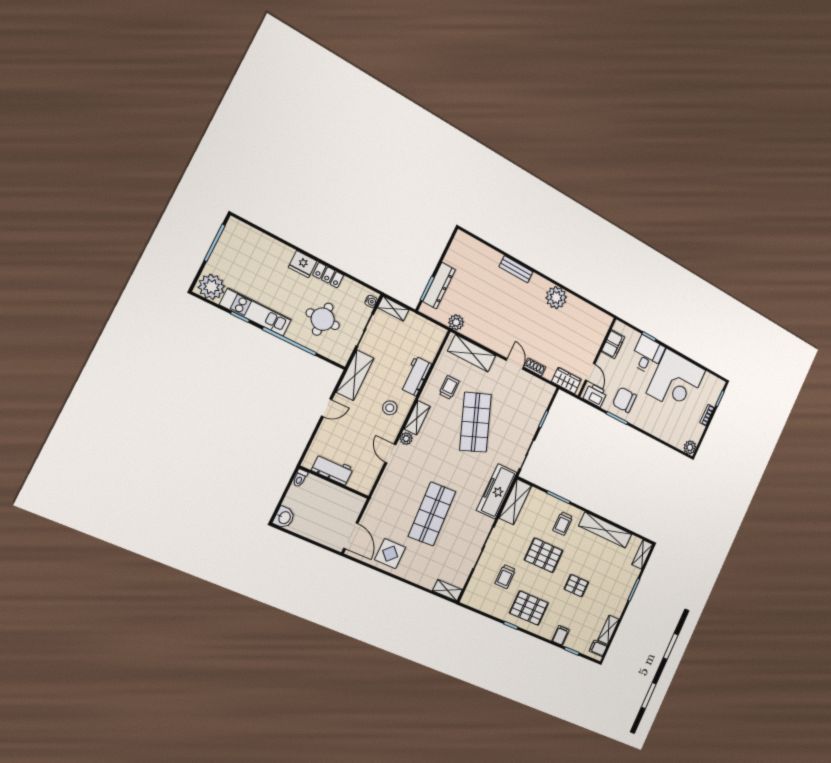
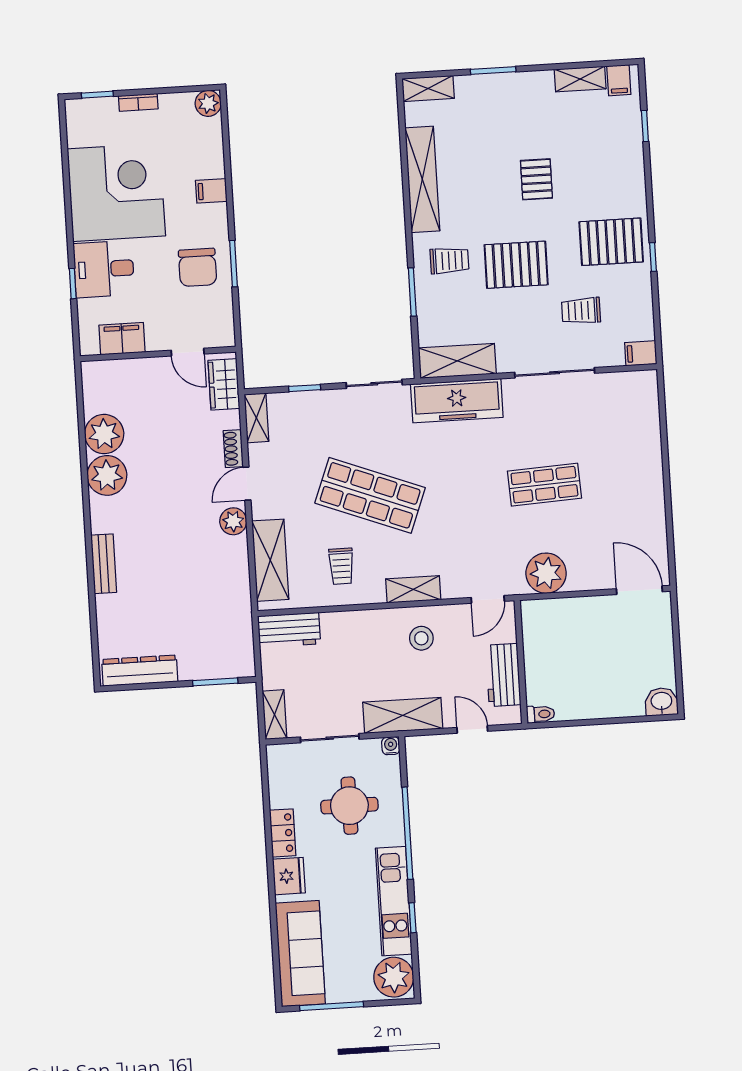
sofa: (255, 244) -> (300, 954), added
dresser: (439, 286) -> (140, 671), moved
water cooler: (371, 301) -> (391, 746), moved
plant: (576, 308) -> (104, 434), added
plant: (456, 322) -> (233, 521), moved
door: (590, 372) -> (188, 352), swing flipped
workbench: (416, 376) -> (289, 630), moved
trolley: (449, 388) -> (341, 566), turned -90
printer: (595, 395) -> (219, 322), removed
shop shelf: (475, 422) -> (370, 495), turned 42
filing cabinet: (653, 426) -> (211, 191), added
plant: (406, 439) -> (546, 573), moved, width x1.88, depth x1.88
workbench: (332, 469) -> (503, 675), moved
toilet: (300, 478) -> (541, 714), moved
wall: (334, 482) -> (521, 662), moved
shop shelf: (432, 514) -> (544, 485), width x0.70, depth x0.74
door: (351, 536) -> (639, 590), hinge flipped
display table: (390, 554) -> (636, 516), removed
pallet: (544, 555) -> (516, 265), turned 90
trolley: (505, 577) -> (581, 311), turned 180
shelving: (447, 590) -> (256, 418), moved
pallet: (529, 608) -> (611, 242), turned 90
filing cabinet: (561, 635) -> (641, 353), moved

